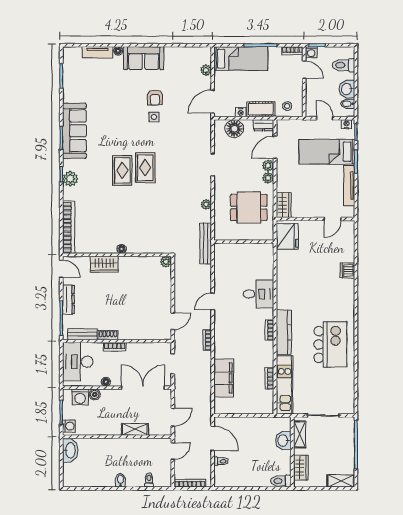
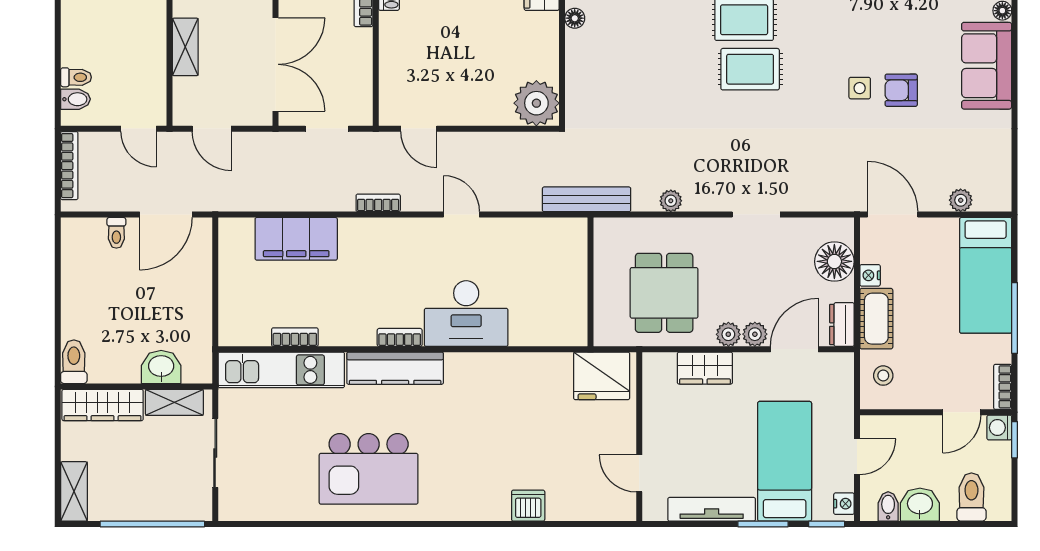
door: (275, 147) -> (794, 349), hinge flipped
wardrobe: (284, 205) -> (705, 368), moved
plant: (166, 262) -> (536, 103), width x1.87, depth x1.87
desk: (258, 294) -> (466, 314), width x1.37
wardrobe: (301, 468) -> (103, 405), width x1.50
bidet: (120, 480) -> (75, 99), moved

